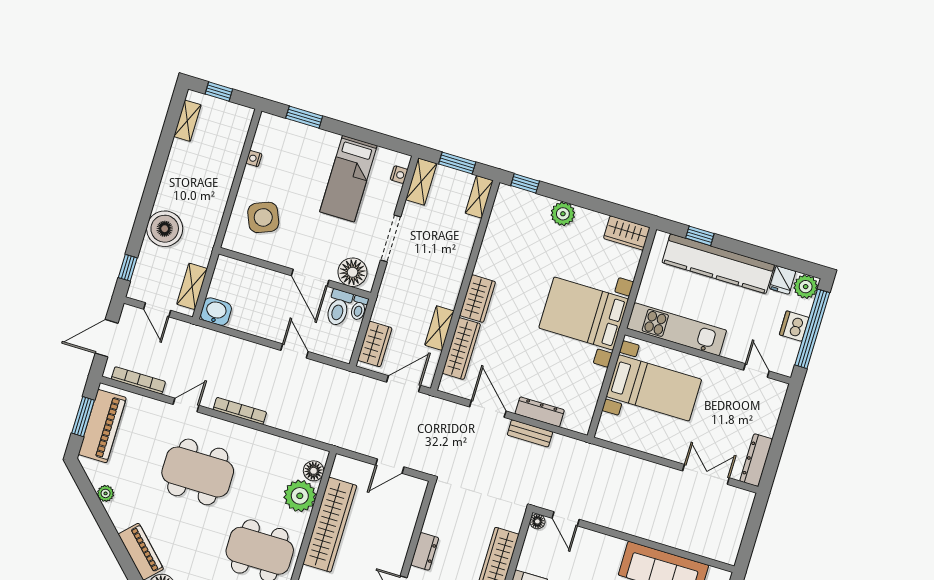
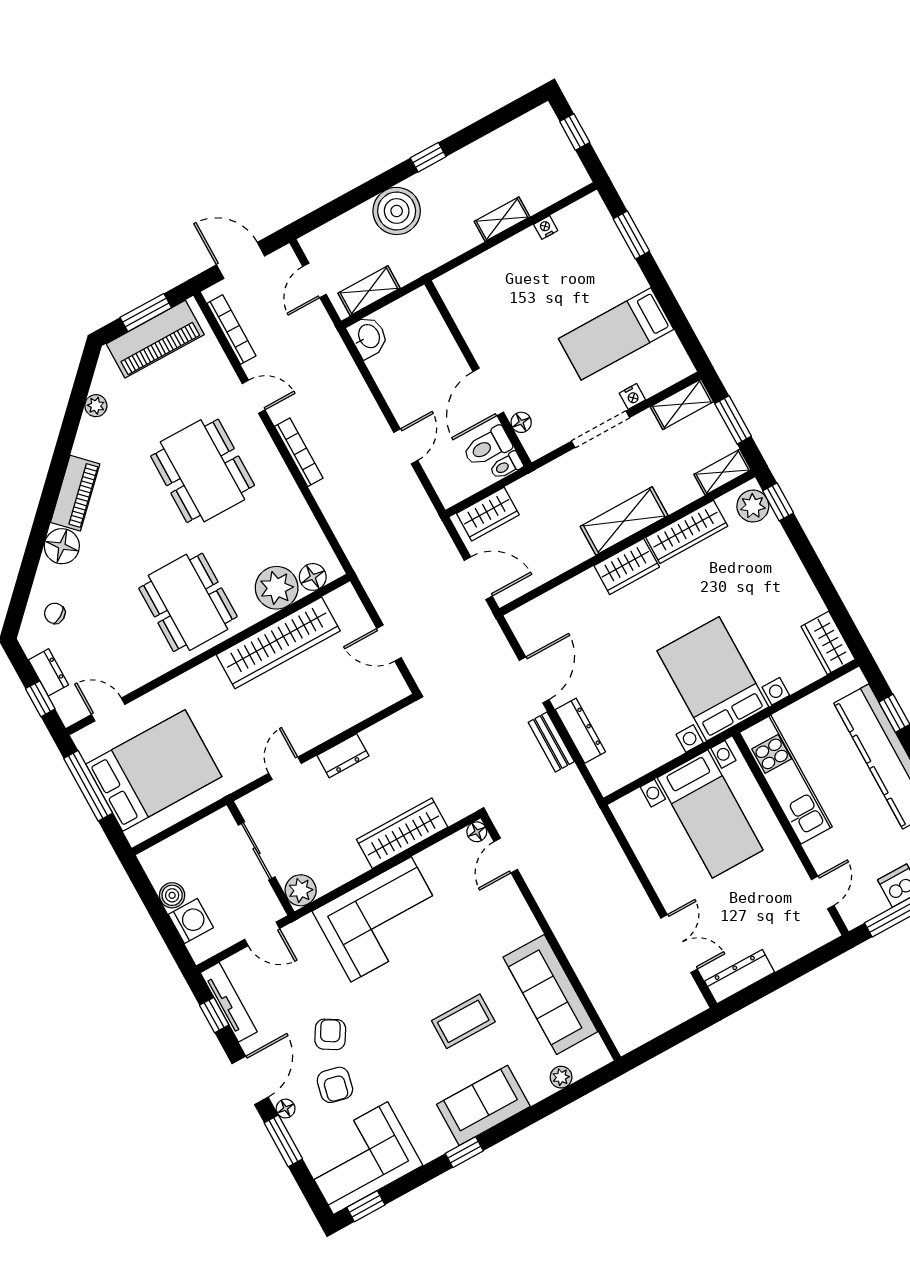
shelving: (187, 121) -> (502, 219), moved
nightstand: (399, 175) -> (632, 396), moved
plant: (563, 214) -> (753, 506), moved
side table: (263, 217) -> (500, 292), removed
window: (128, 268) -> (428, 157), moved
floor lamp: (352, 272) -> (521, 422), width x0.53, depth x0.53
shelving: (439, 328) -> (624, 521), moved, width x1.50, depth x1.33
wardrobe: (461, 349) -> (687, 532), moved

